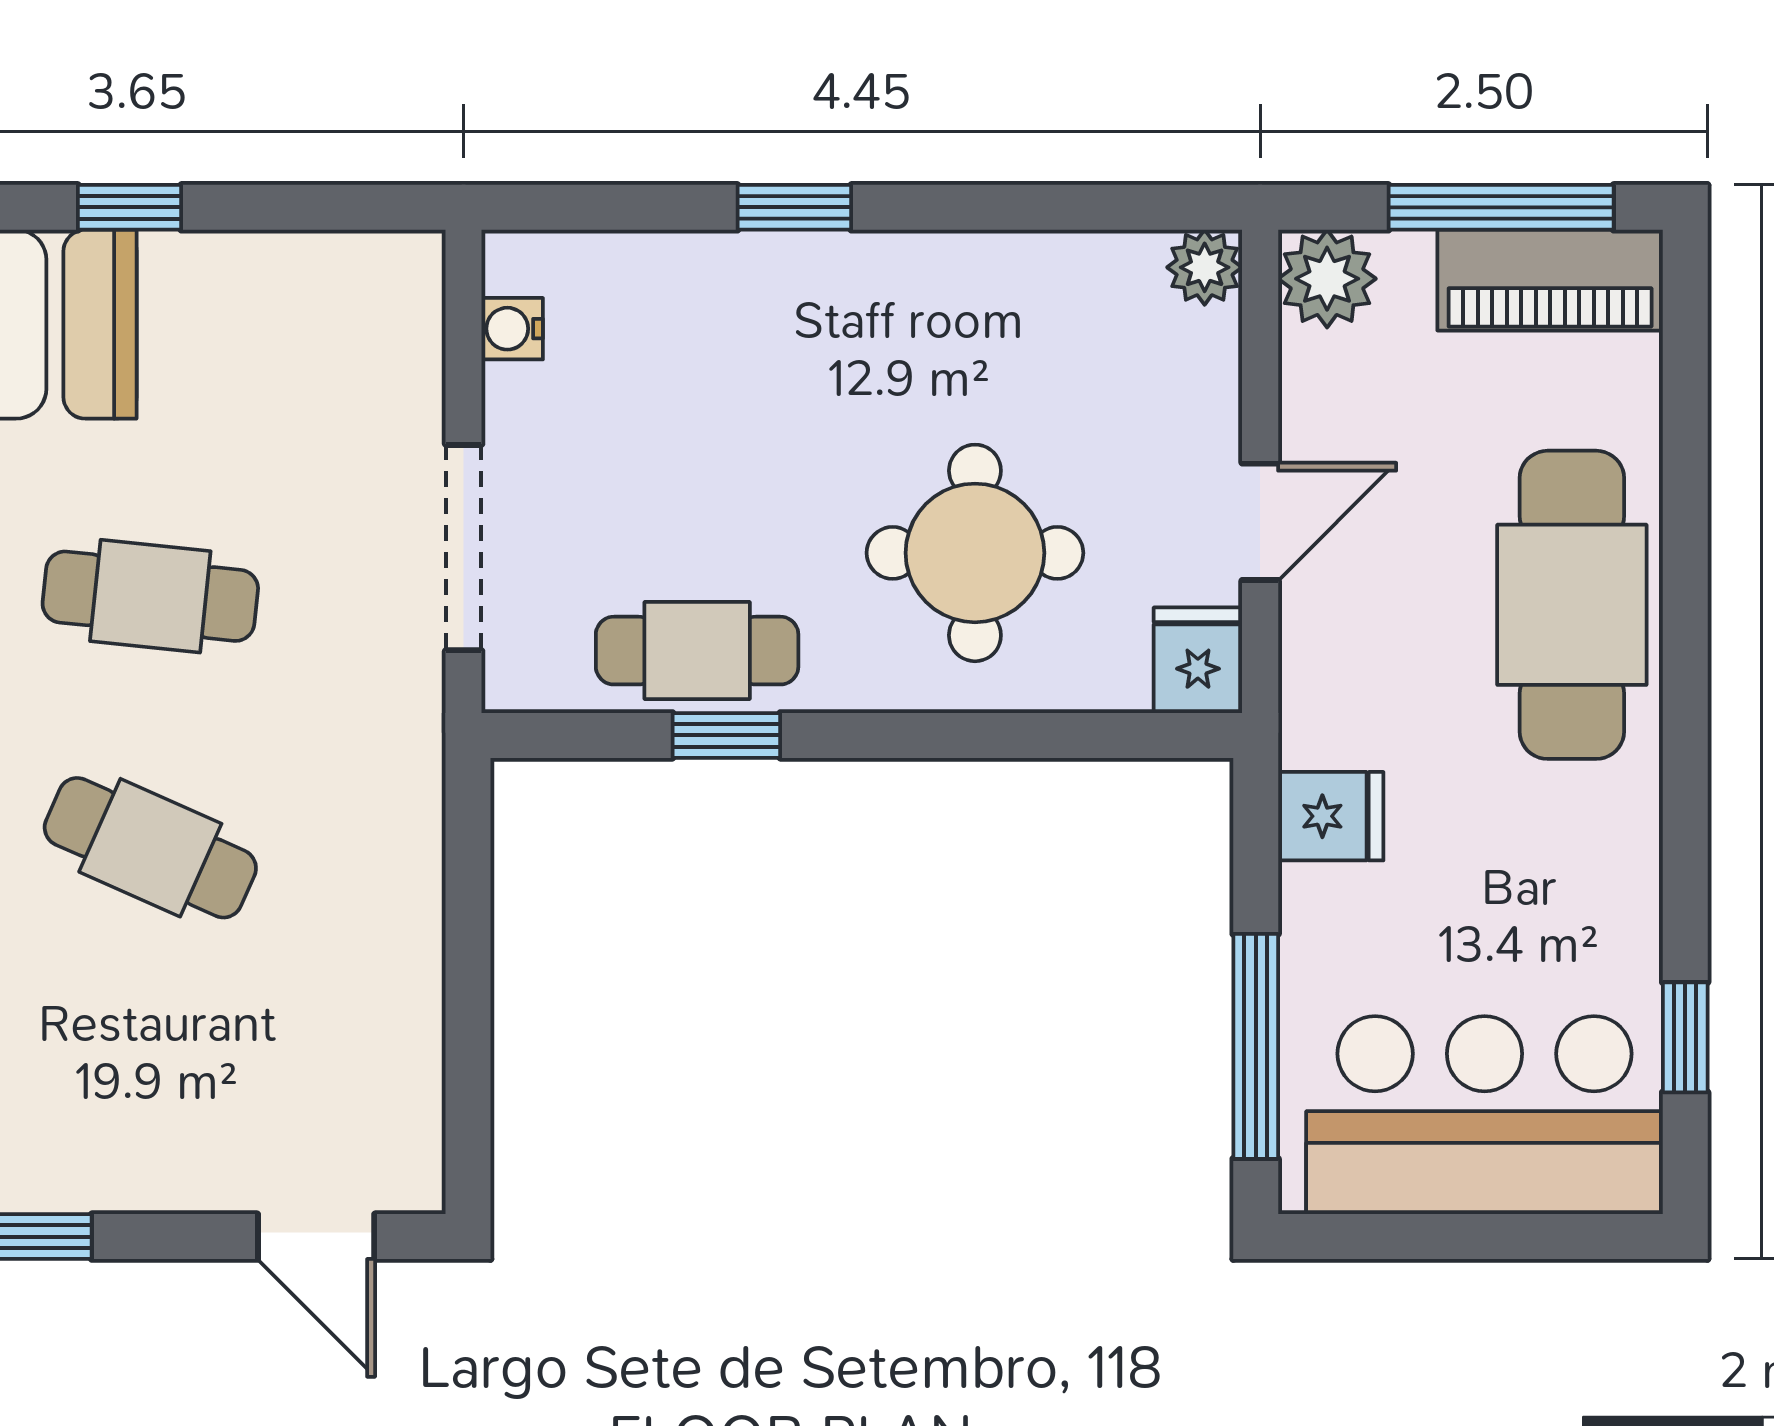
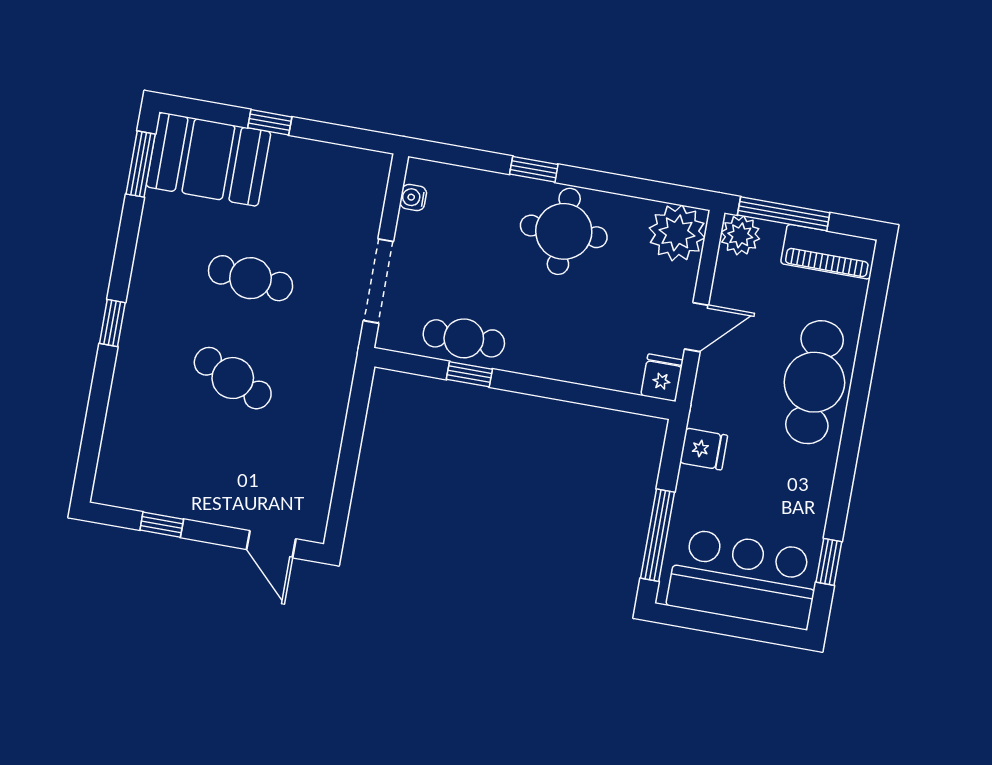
window: (1501, 207) -> (784, 214), moved
plant: (1205, 267) -> (677, 233), width x1.87, depth x1.87
round table: (975, 553) -> (564, 231), moved

